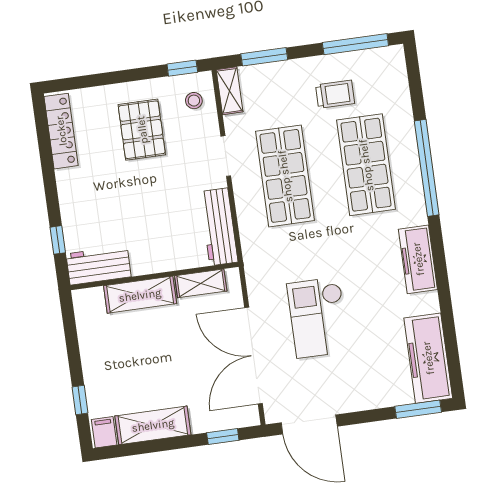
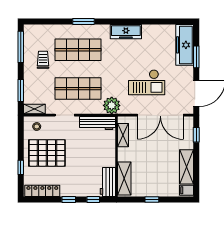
window: (182, 68) -> (21, 167), moved
pallet: (142, 130) -> (47, 153), width x1.37, depth x1.41
window: (427, 168) -> (84, 22), width x0.47
window: (51, 189) -> (69, 199), added
plant: (260, 251) -> (112, 105), added
shelving: (140, 295) -> (124, 179), moved
freezer: (428, 358) -> (185, 45), moved, turned 90
window: (80, 400) -> (152, 199), moved
window: (418, 409) -> (196, 57), moved

